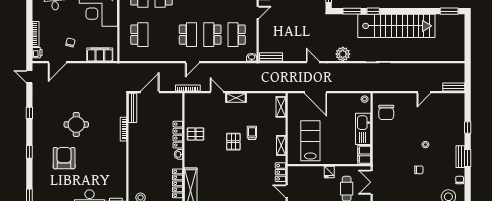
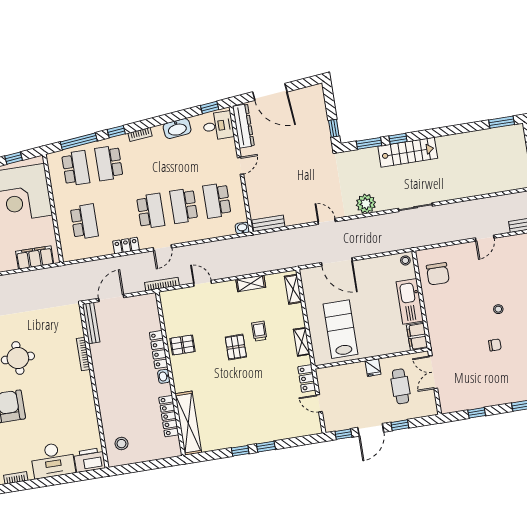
stairs: (396, 26) -> (408, 152), width x0.54, depth x0.66
locker: (166, 56) -> (126, 246), added
shelving: (236, 98) -> (251, 283), moved

